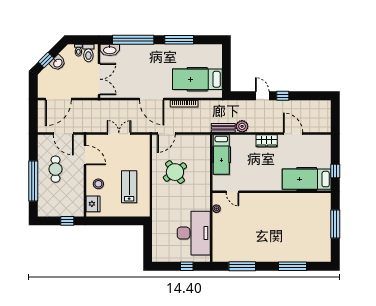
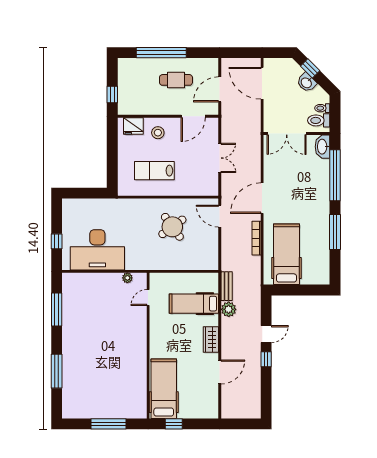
hospital bed: (221, 155) -> (194, 304), moved
lab bench: (129, 187) -> (154, 171), turned 180

